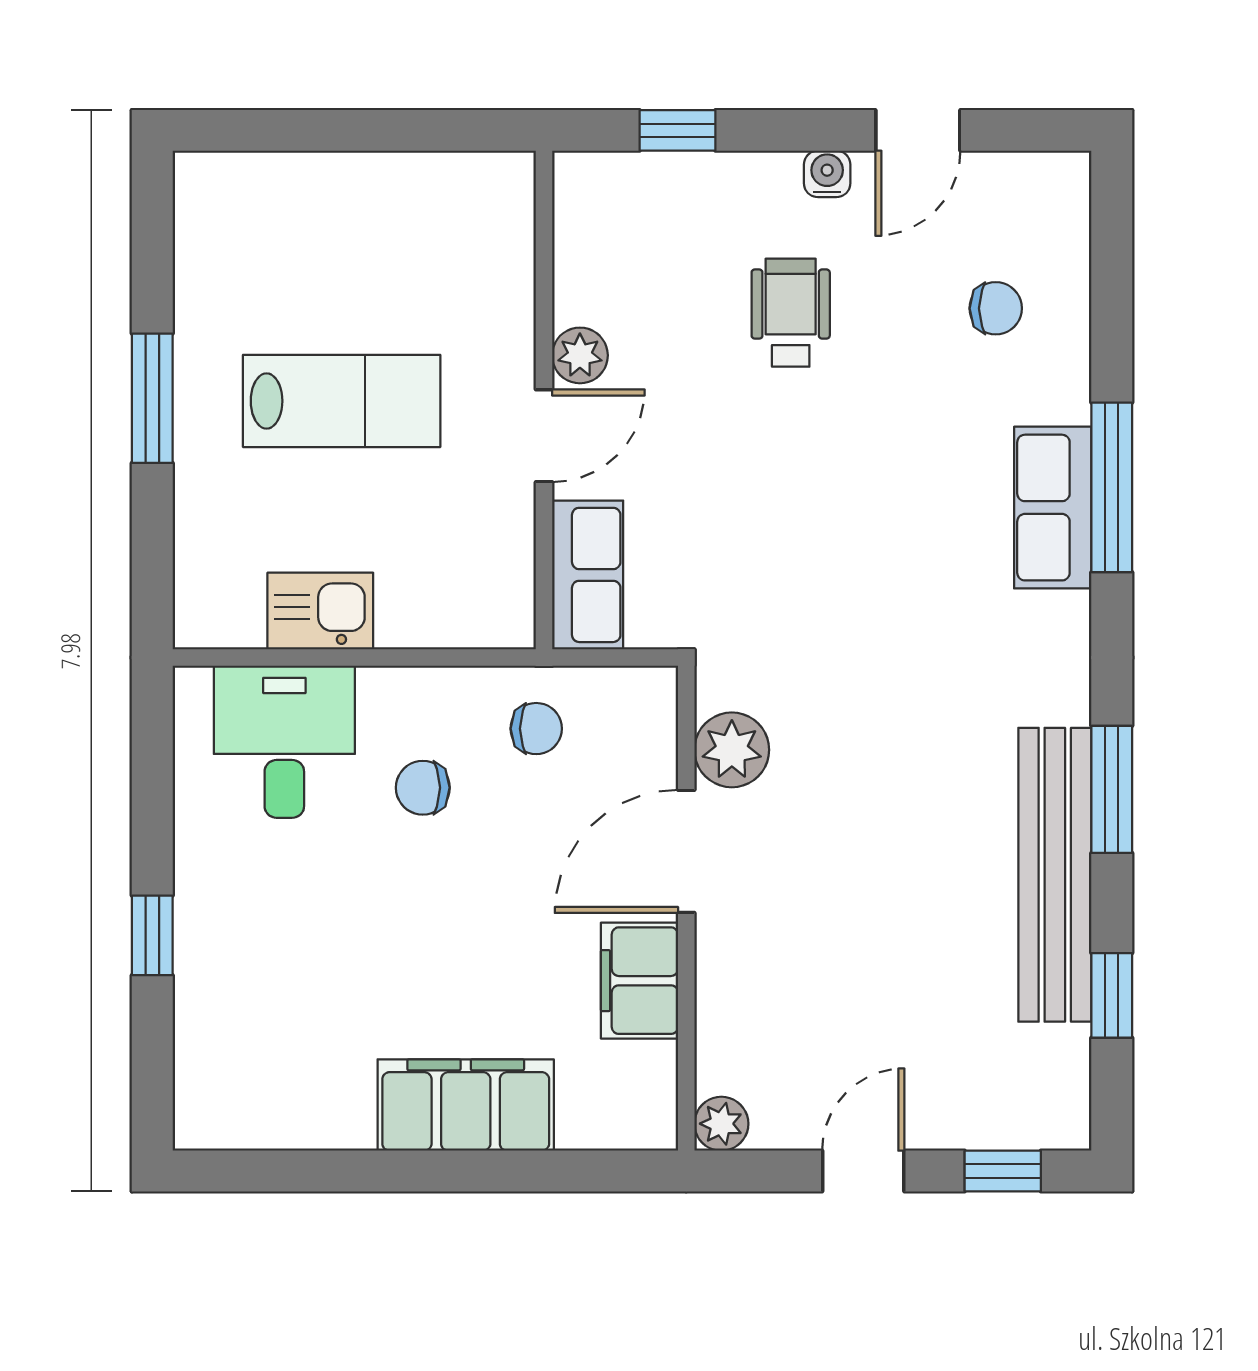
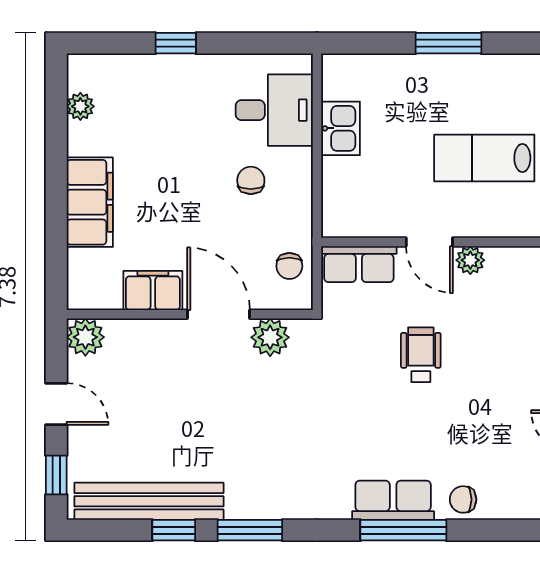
chair: (996, 308) -> (463, 499), moved, turned 90
wheelchair: (791, 313) -> (421, 355), moved, turned -90
lab bench: (342, 401) -> (484, 158), moved, turned 90
chair: (536, 729) -> (289, 266), moved
bench: (1055, 875) -> (149, 501), moved
window: (1112, 995) -> (174, 530), moved
plant: (277, 1124) -> (80, 106), added
plant: (721, 1124) -> (85, 337), width x1.38, depth x1.38

